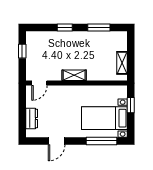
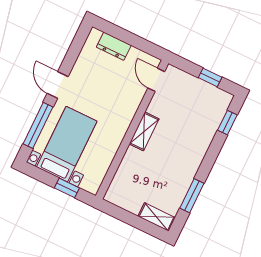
window: (65, 28) -> (227, 123), moved
shelving: (122, 63) -> (157, 217), moved
door: (57, 141) -> (58, 85), moved

